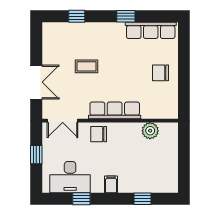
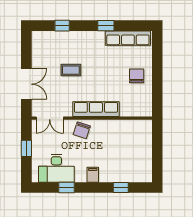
chair: (161, 73) -> (137, 76), turned 90
plant: (150, 131) -> (127, 127), removed
chair: (99, 134) -> (82, 130), turned -72

